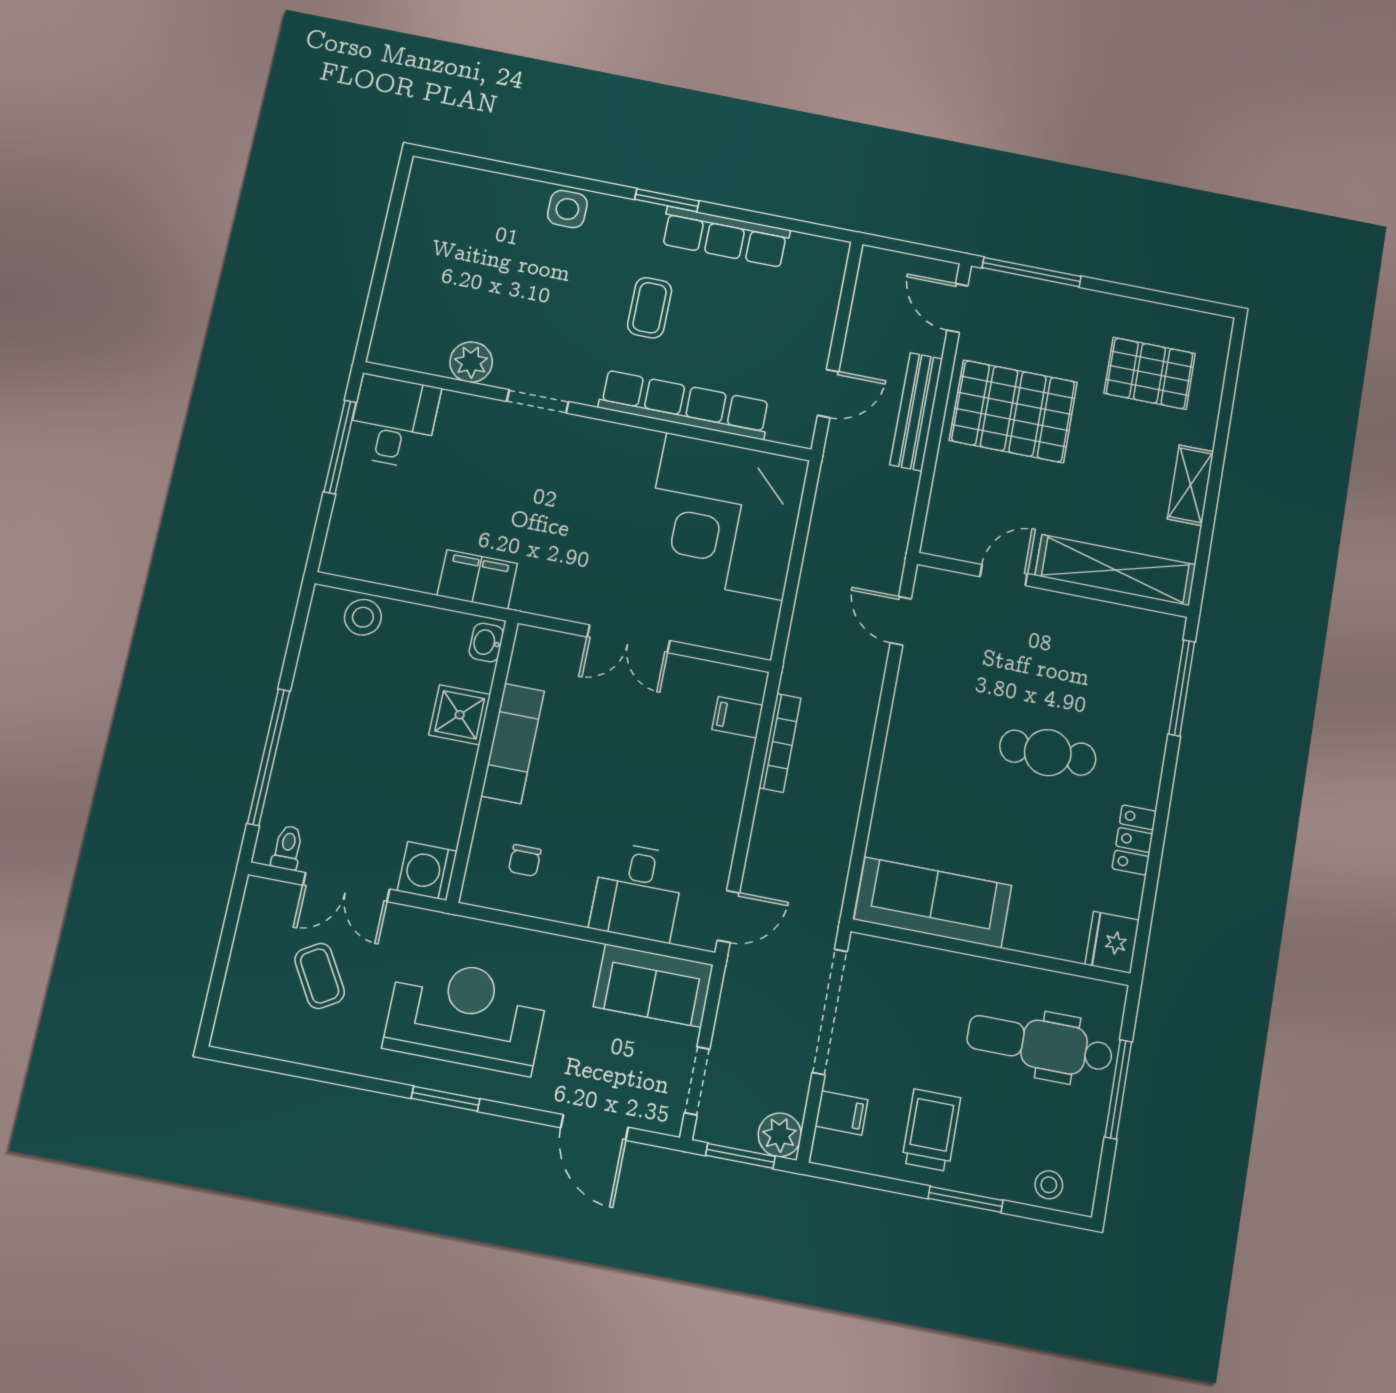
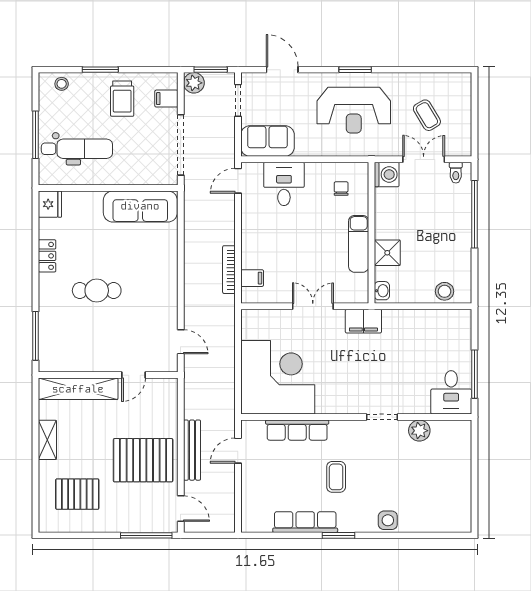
row of seats: (684, 405) -> (297, 430), width x0.73
filing cabinet: (477, 579) -> (363, 321), moved

